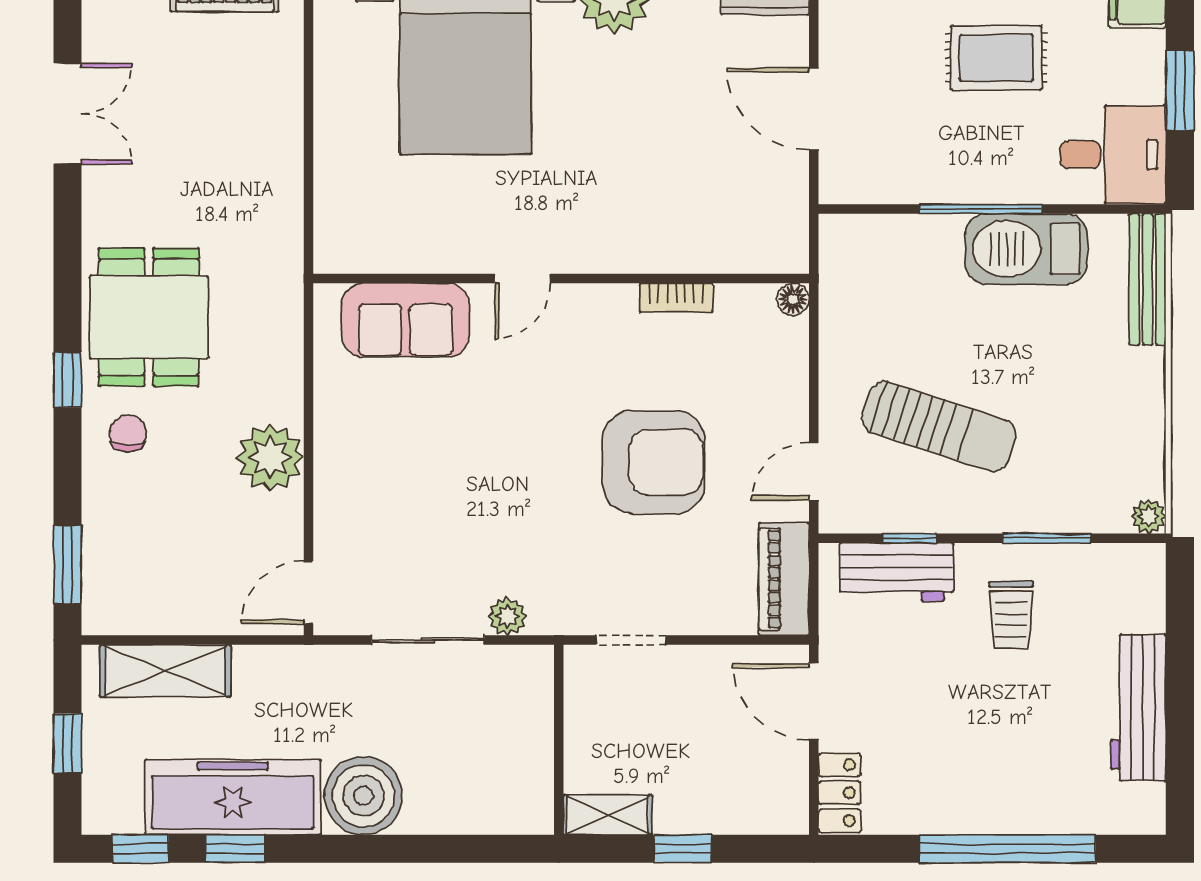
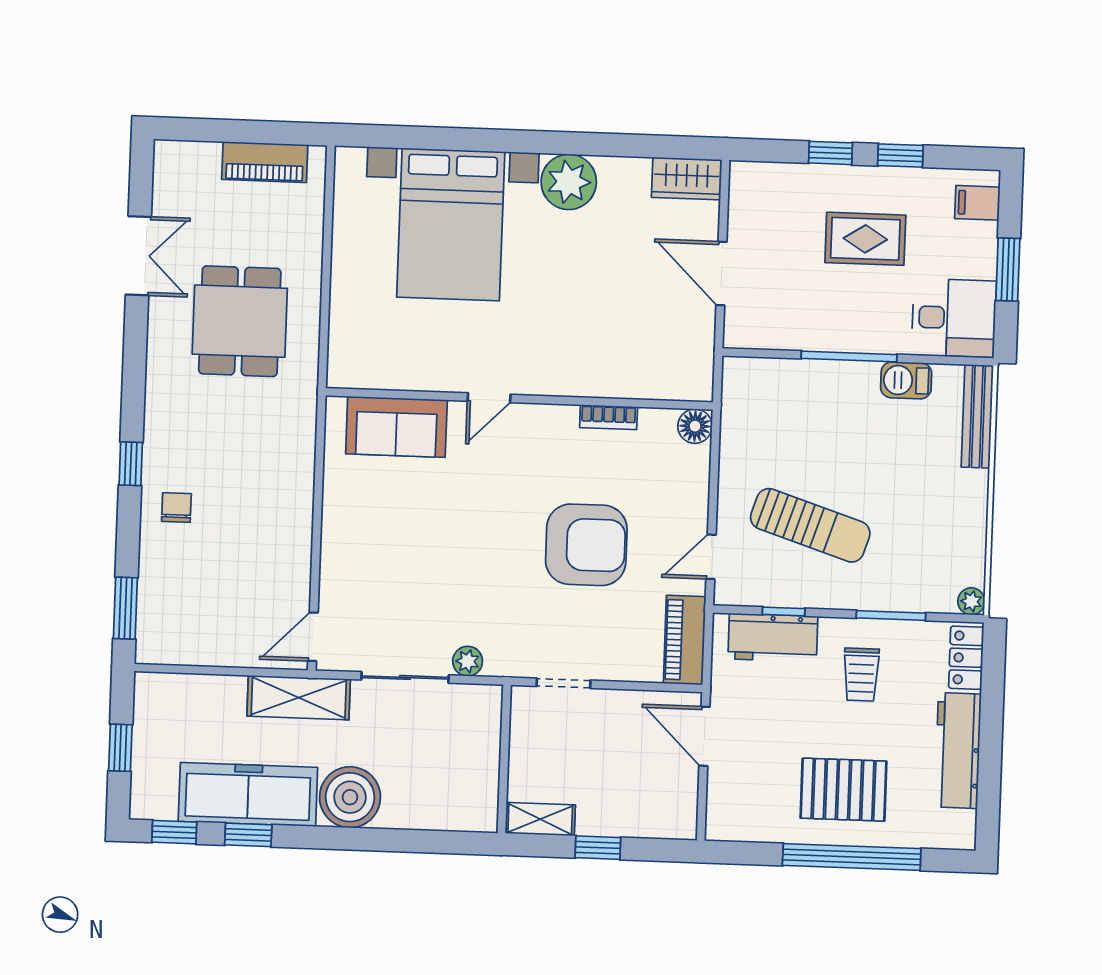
barbecue: (1026, 249) -> (906, 380), width x0.53, depth x0.65
floor lamp: (793, 299) -> (695, 426), width x1.37, depth x1.37
dining table: (149, 317) -> (240, 321), moved
plant: (270, 457) -> (287, 530), removed
shelving: (165, 671) -> (299, 698), moved
pallet: (994, 763) -> (844, 790), added
locker: (840, 793) -> (966, 658), moved, turned 180

